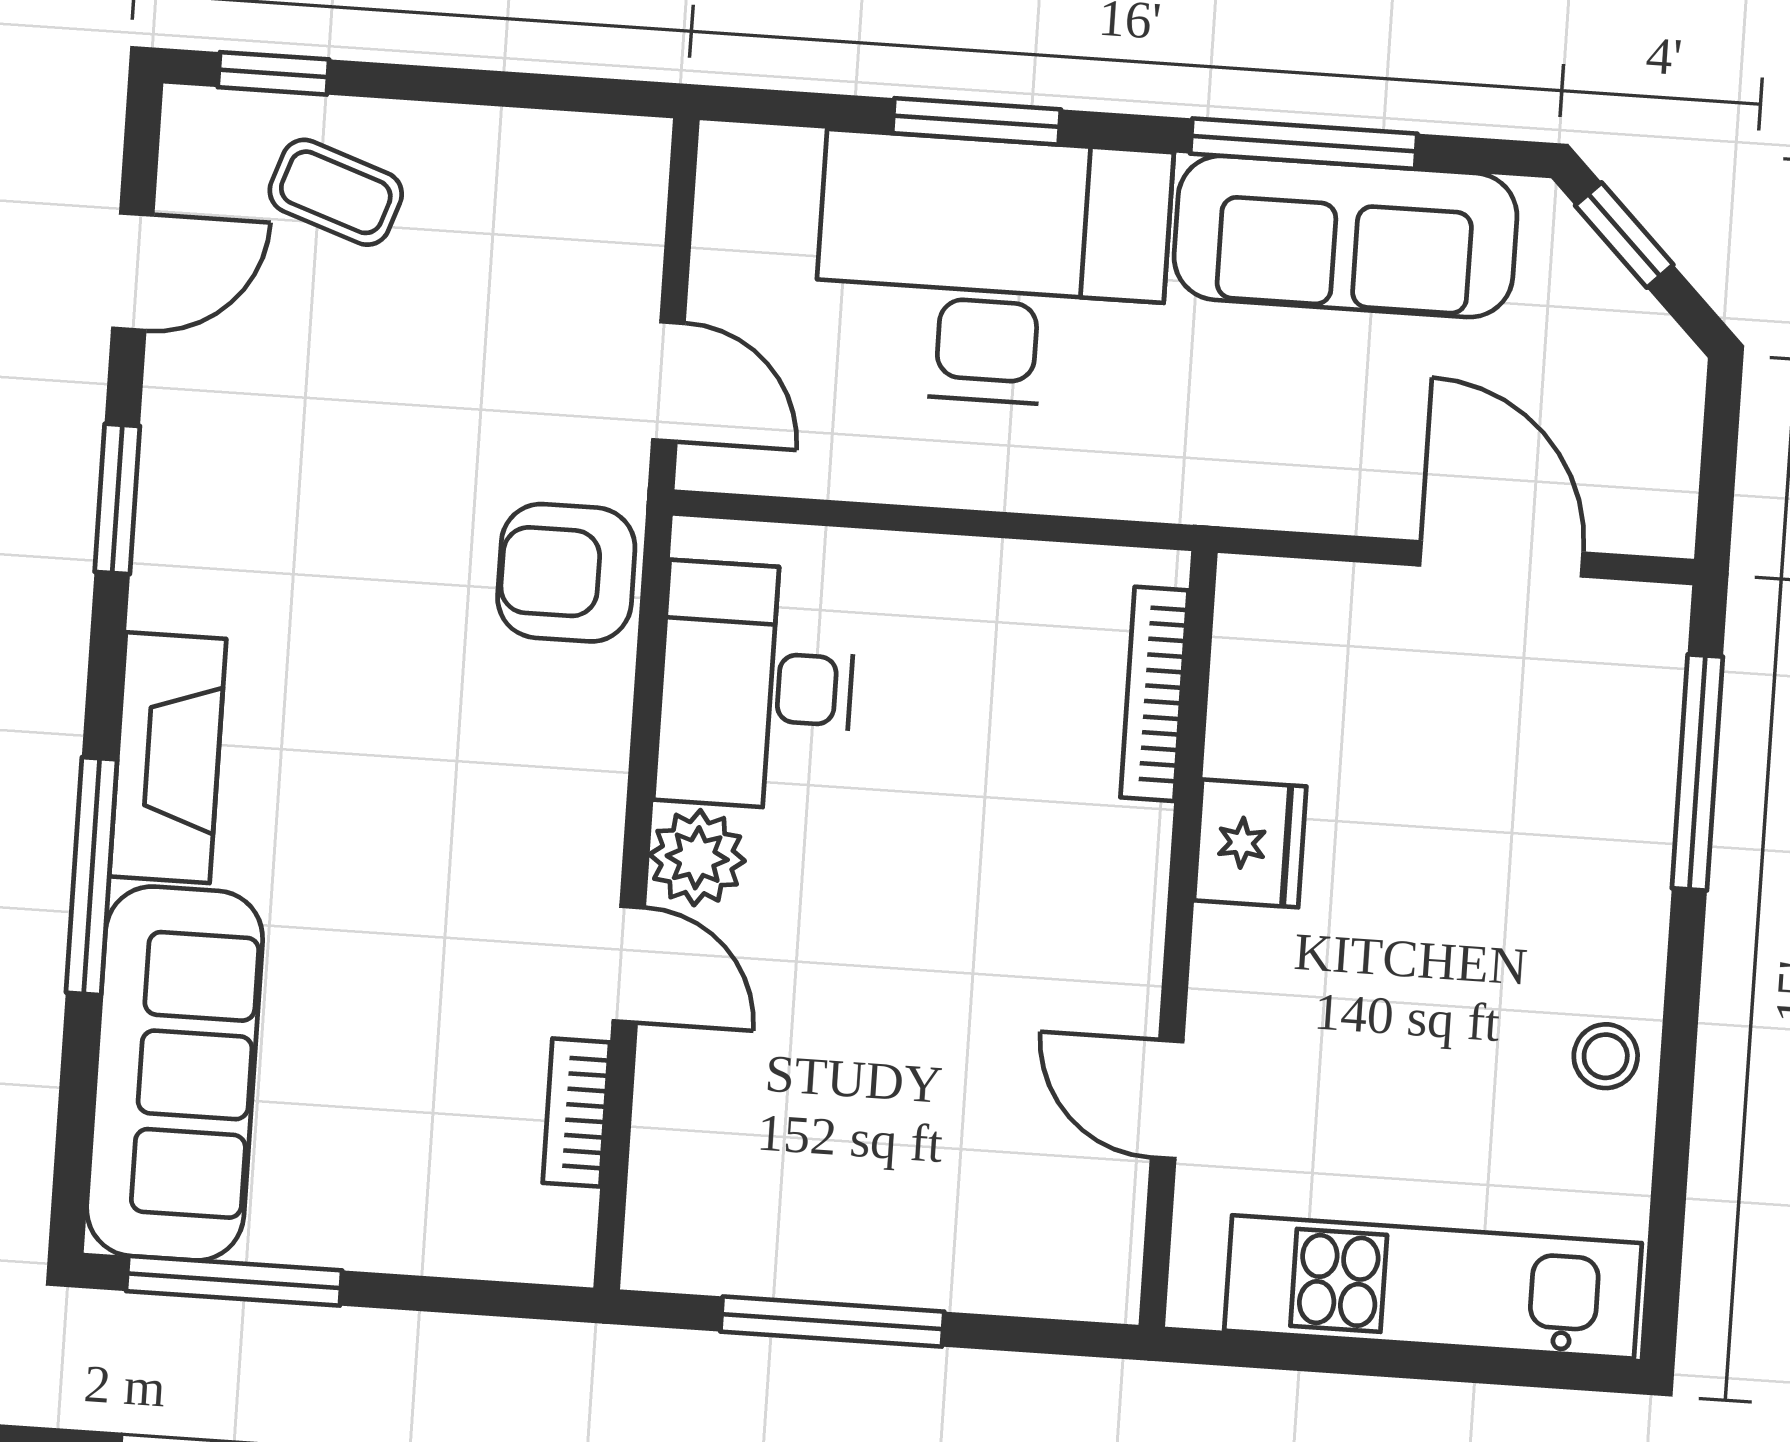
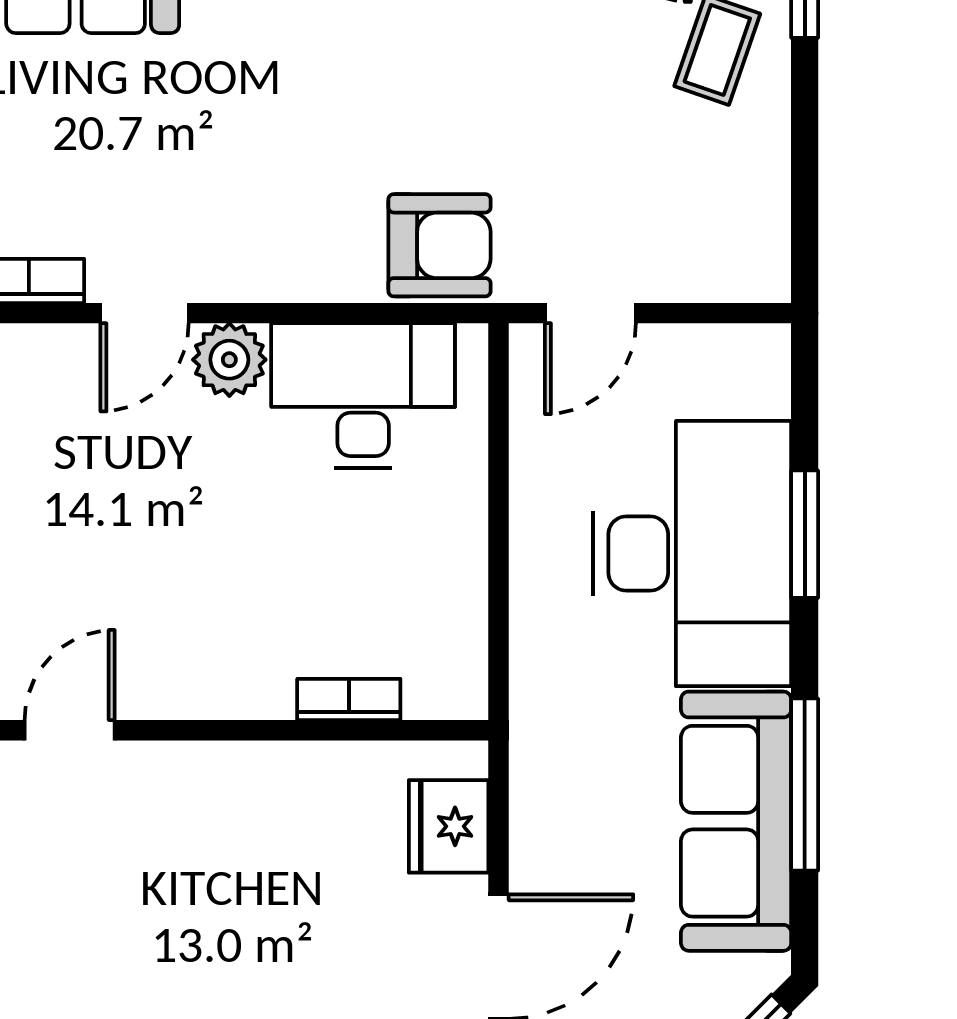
armchair: (566, 573) -> (440, 245), turned 90
bookcase: (1154, 694) -> (349, 699), width x0.64
fridge: (1250, 843) -> (449, 826), moved, turned 90

